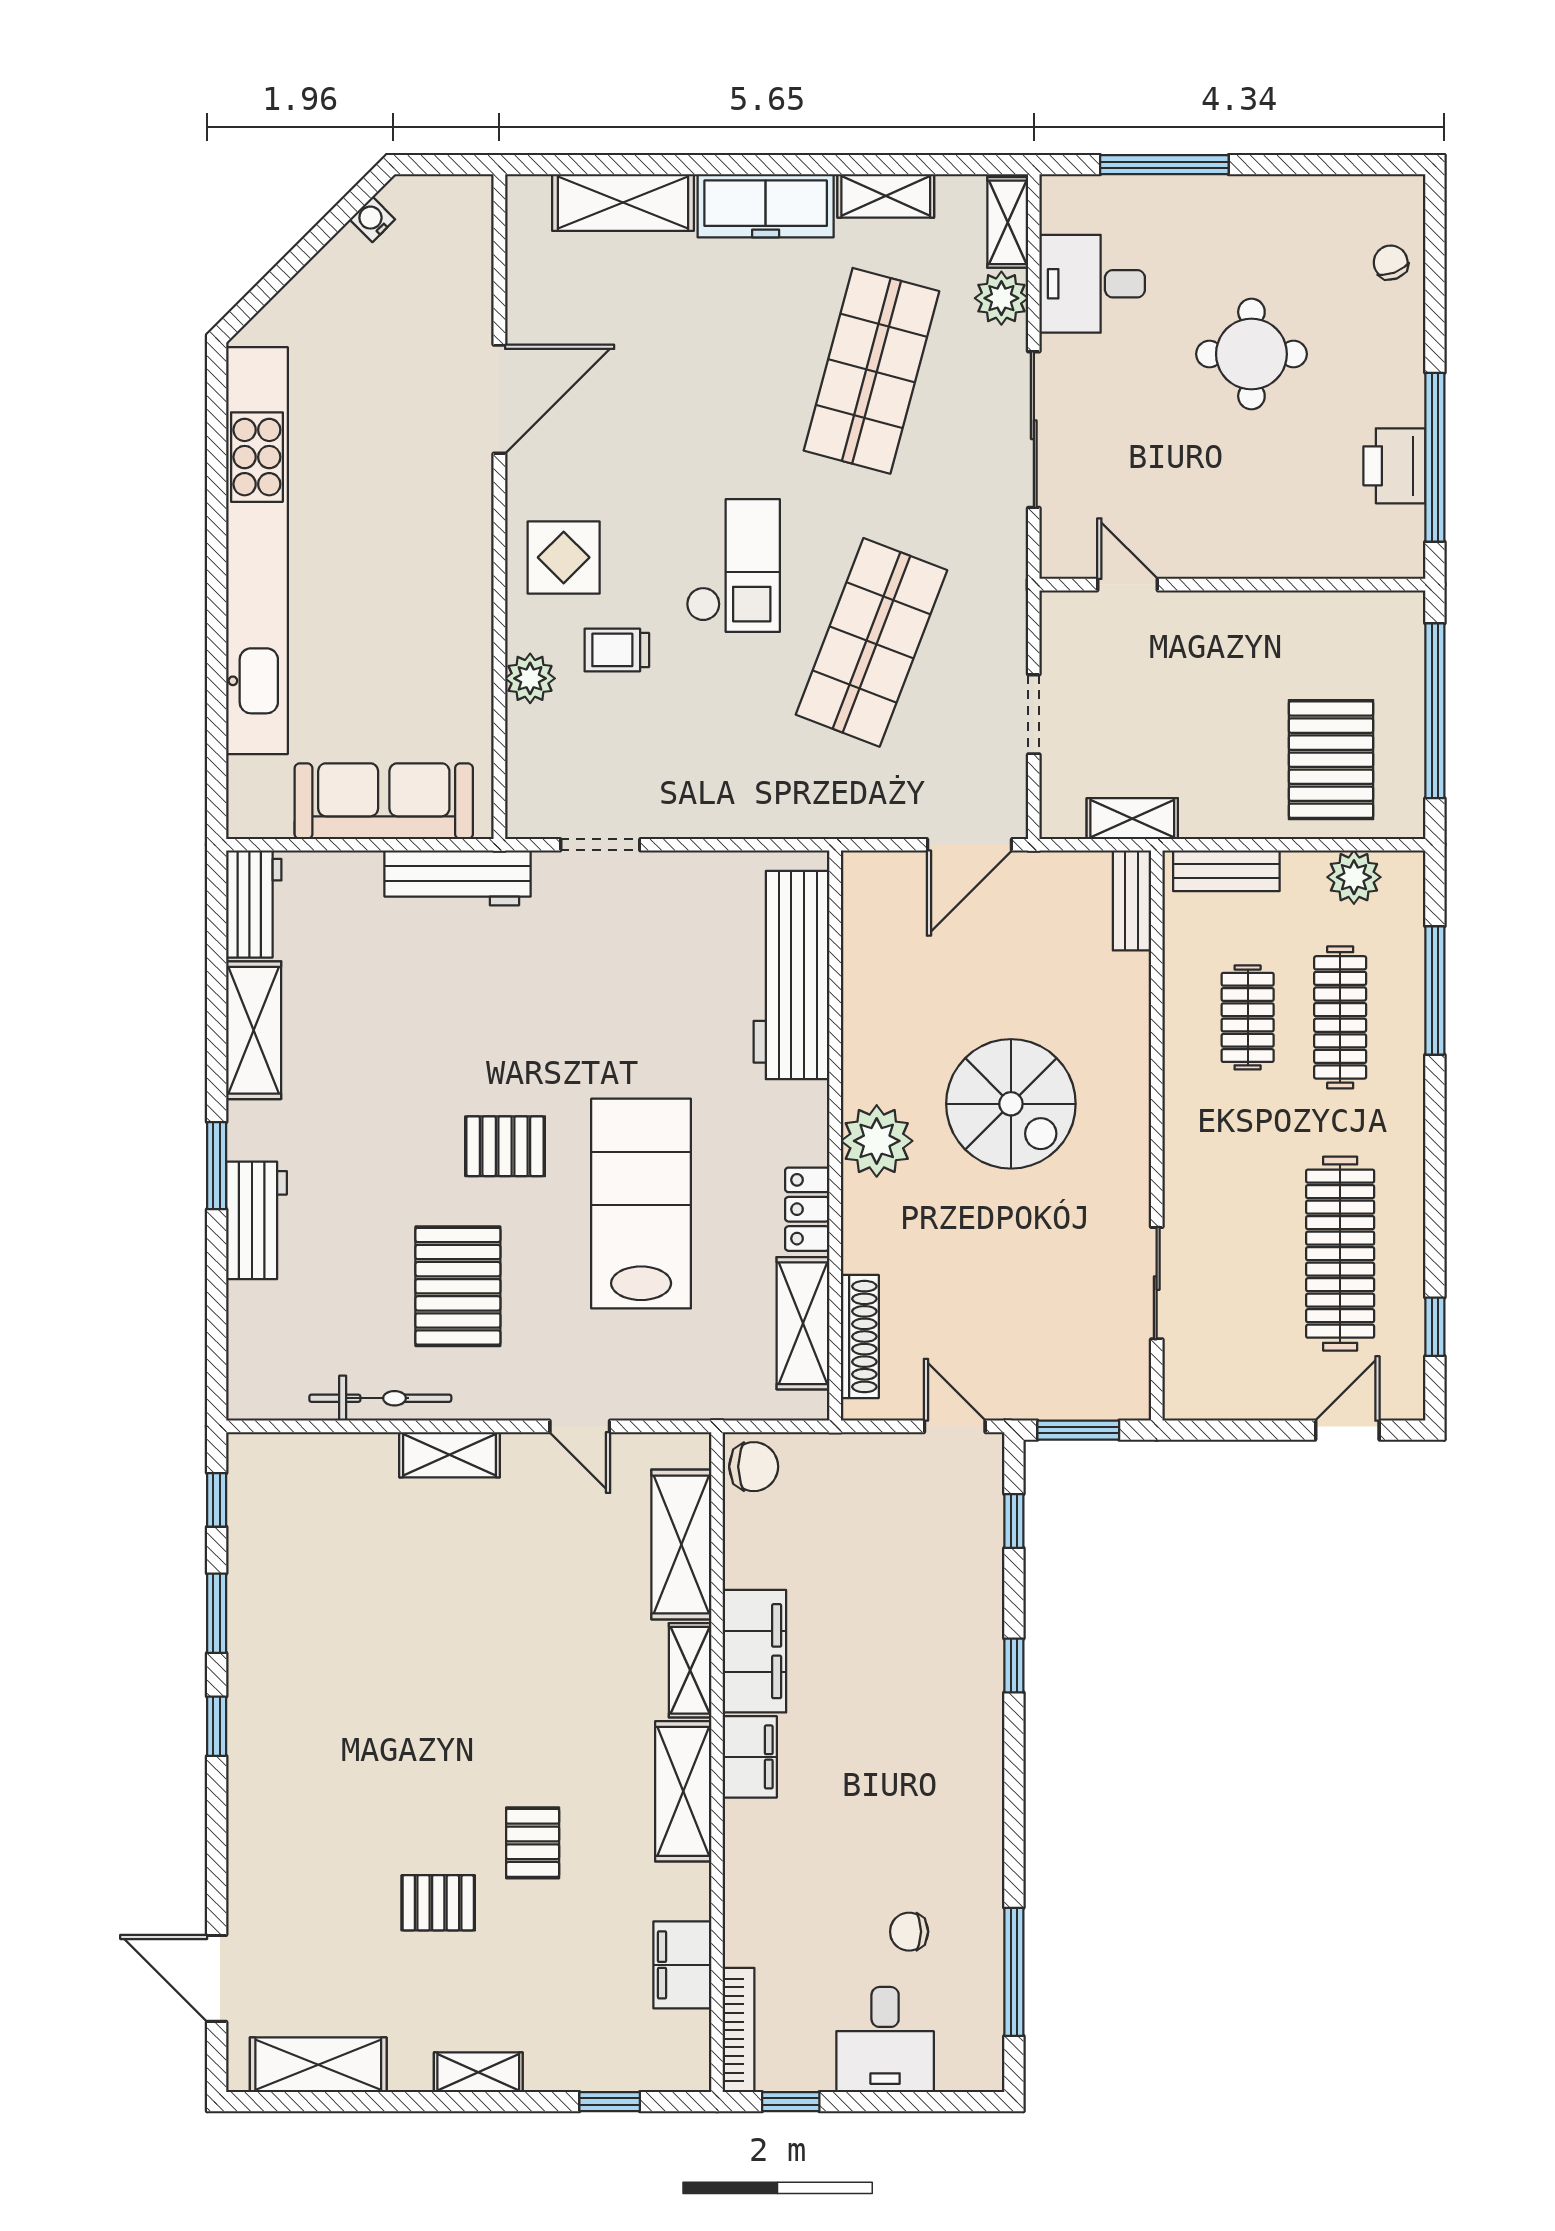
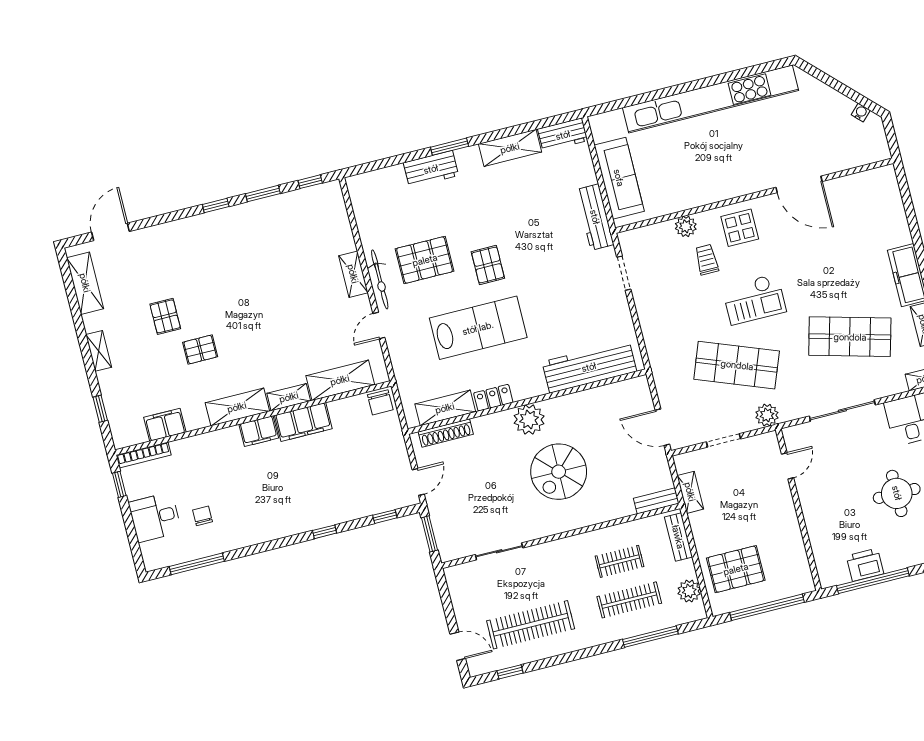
shelving: (623, 202) -> (894, 215), removed
plant: (1001, 298) -> (767, 415), moved
bicycle: (380, 1398) -> (380, 279), moved

